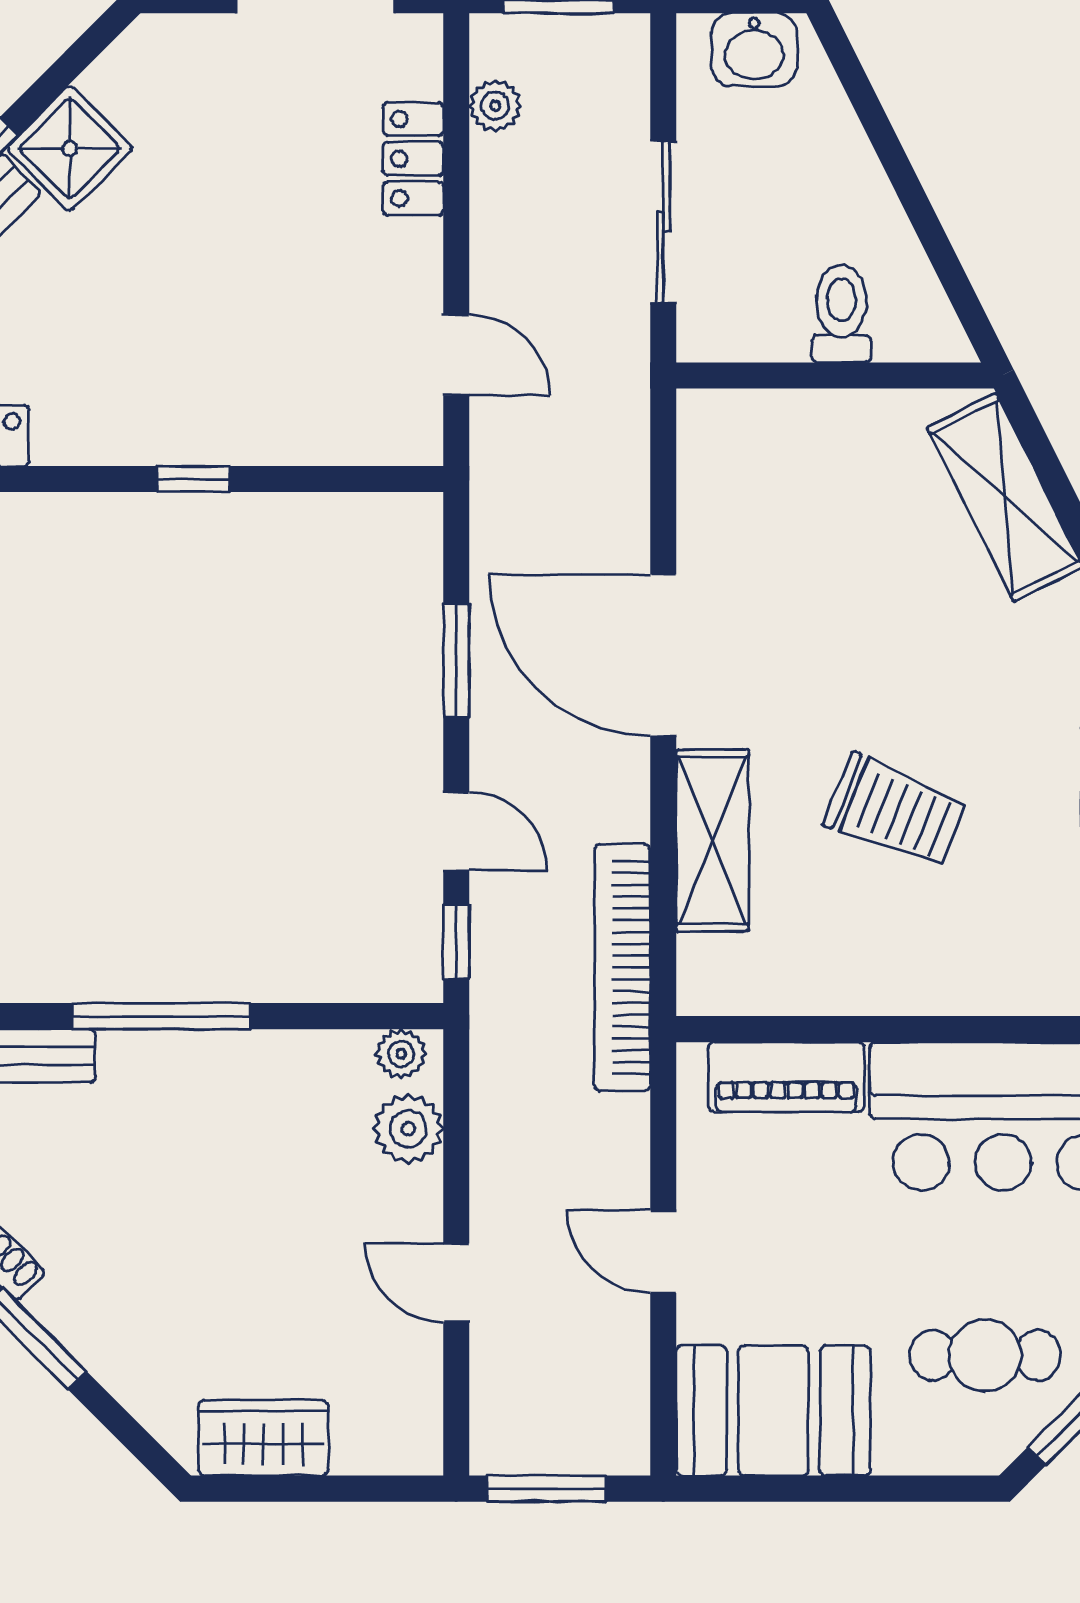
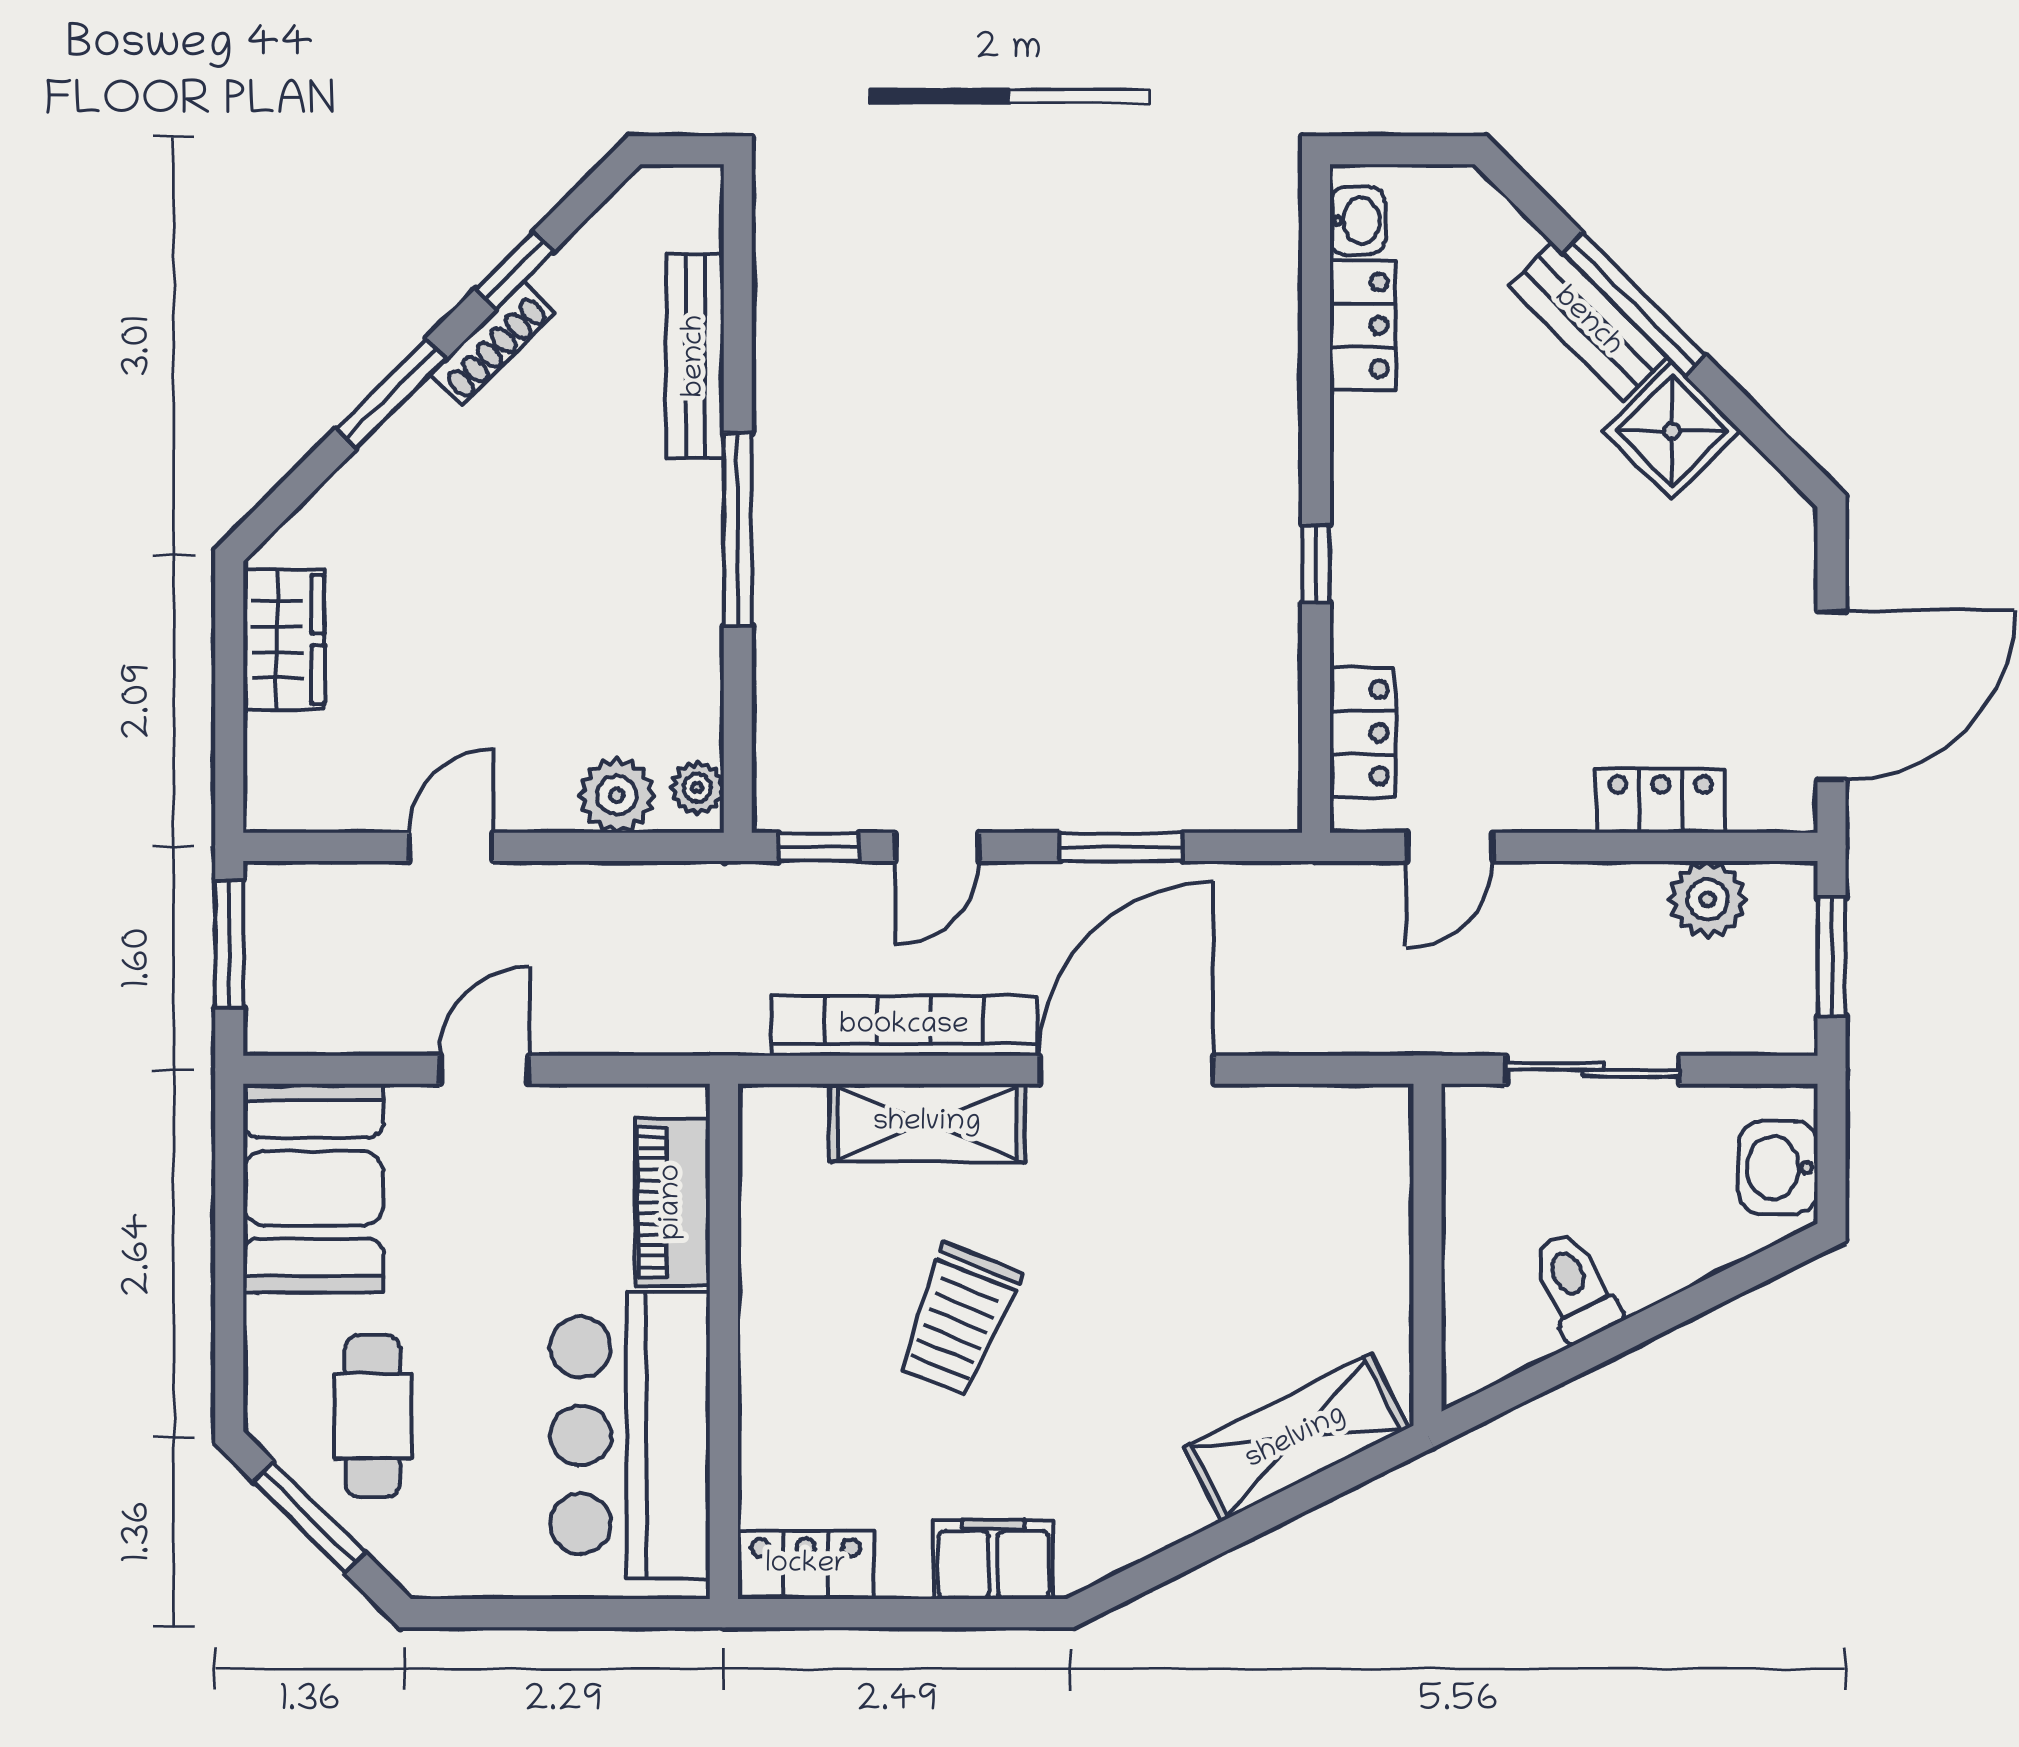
plant: (495, 106) -> (1707, 899), width x1.38, depth x1.38
toilet: (841, 314) -> (1575, 1286), moved, turned -117
locker: (350, 436) -> (1363, 733), added
bookcase: (622, 968) -> (904, 1026), moved

